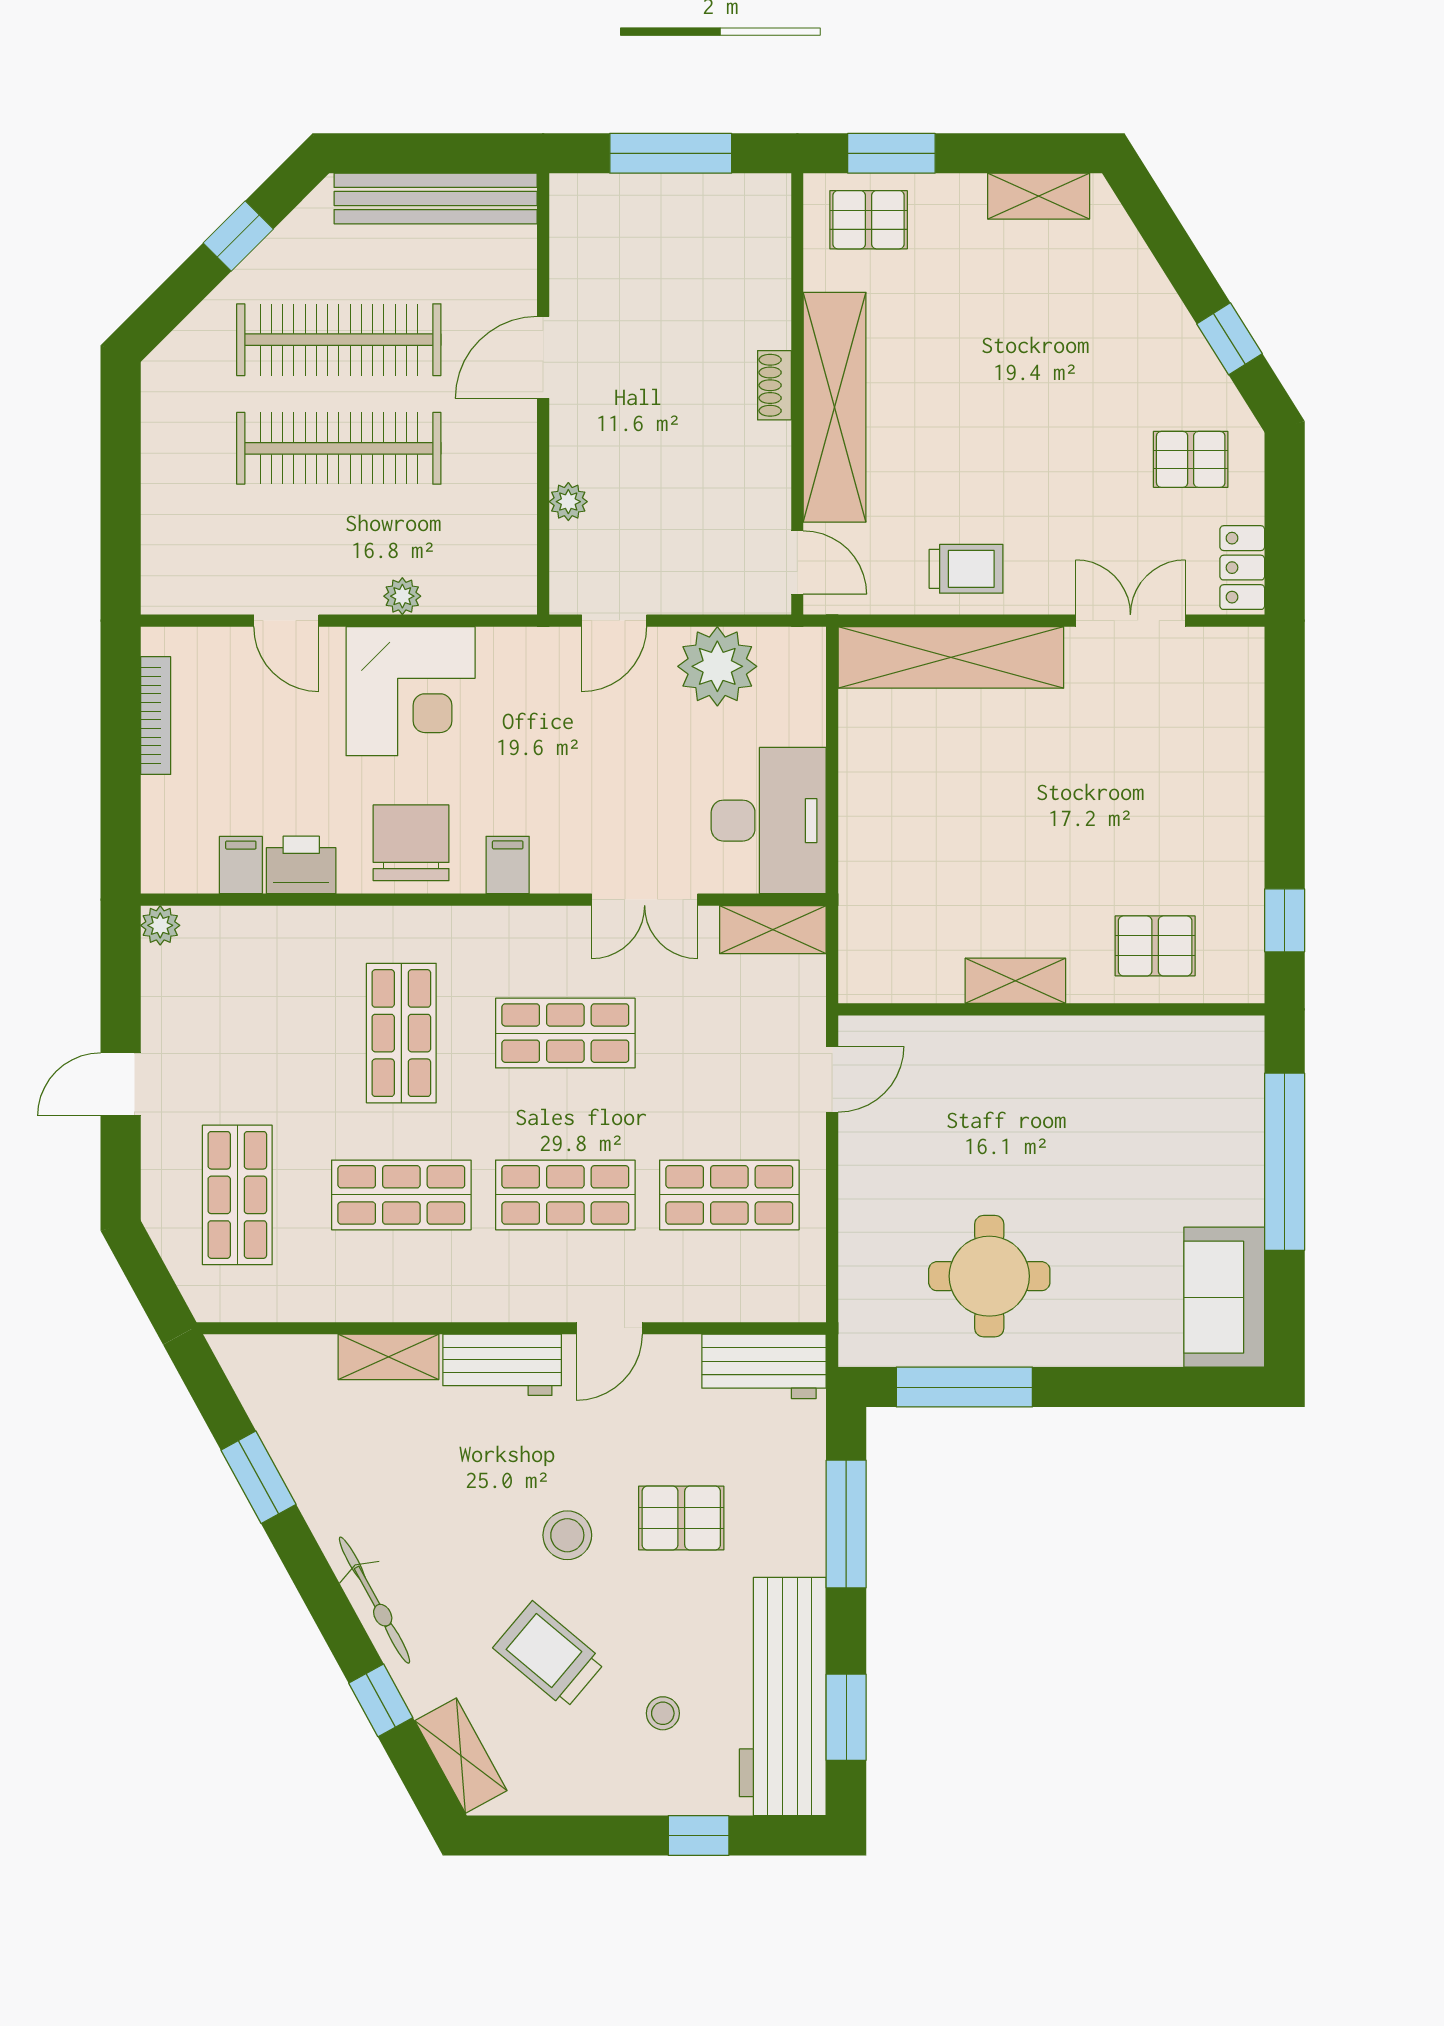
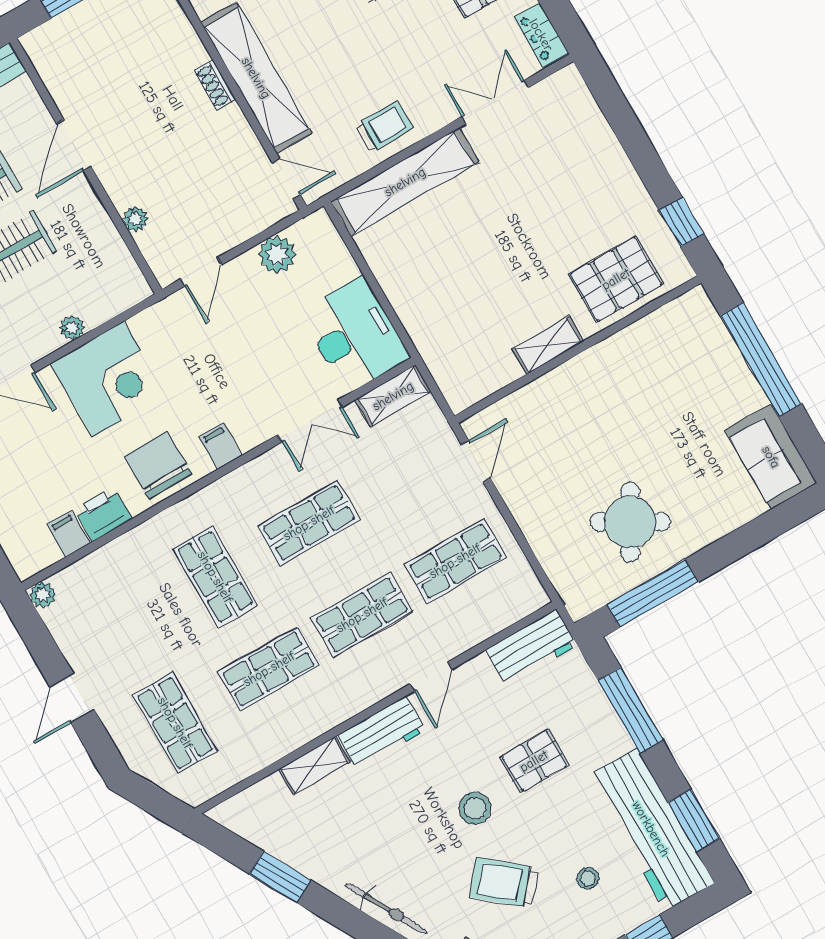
plant: (717, 666) -> (277, 254), width x0.73, depth x0.73
pallet: (1155, 946) -> (616, 279), width x1.50, depth x1.42
round table: (989, 1276) -> (630, 522), turned 30

